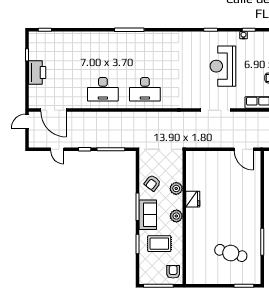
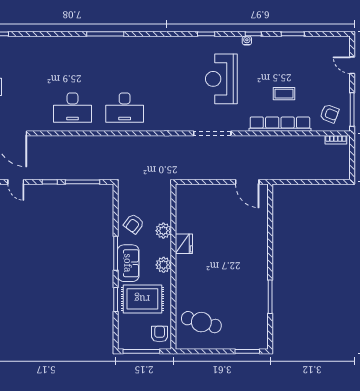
rug: (159, 244) -> (142, 299), width x1.36, depth x1.43
cafe table: (231, 253) -> (201, 322), moved

